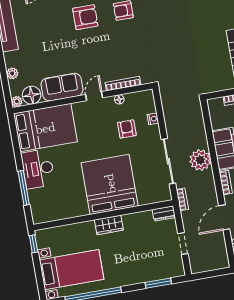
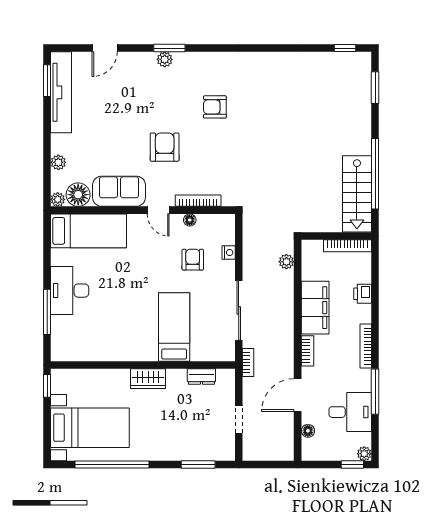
armchair: (85, 17) -> (165, 147), moved, turned -90
door: (94, 96) -> (158, 210), swing flipped
bed: (45, 128) -> (89, 231), width x0.67
plant: (200, 160) -> (286, 262), moved, width x0.53, depth x0.53
bed: (110, 184) -> (174, 327), width x0.49
dresser: (164, 214) -> (201, 377), moved

